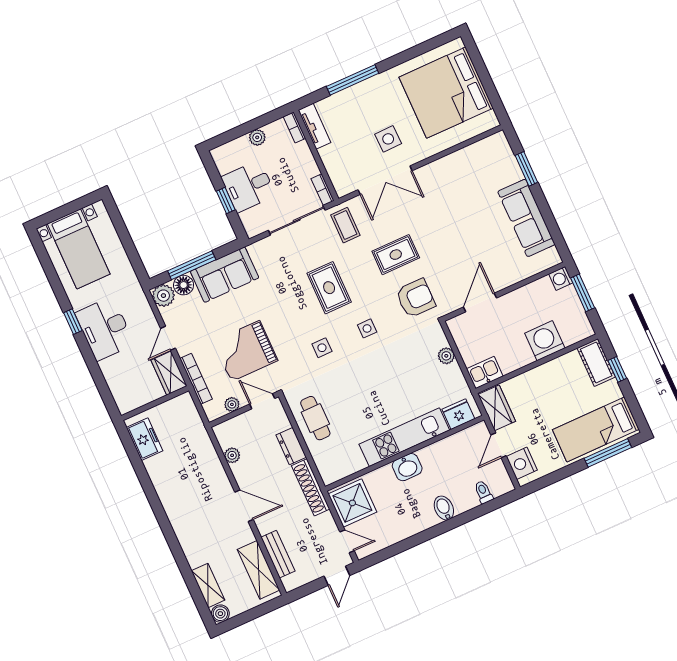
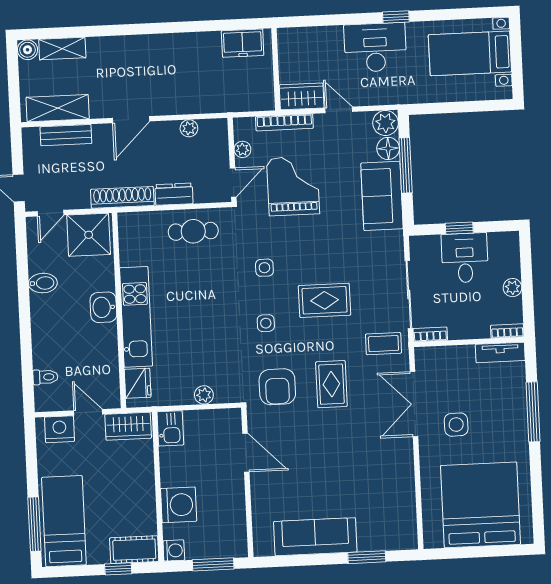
washing machine: (561, 278) -> (174, 550), moved, turned 90
bidet: (444, 508) -> (43, 283), moved

